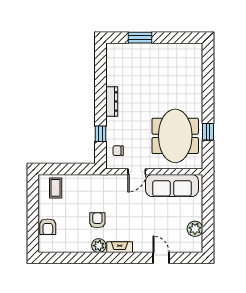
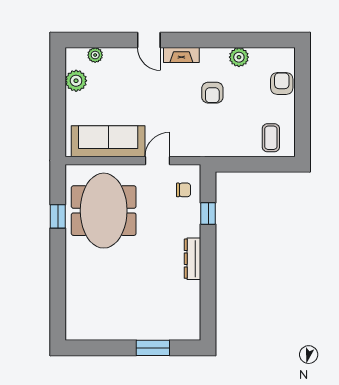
plant: (99, 246) -> (239, 57), moved
plant: (181, 247) -> (95, 55), added
door: (161, 258) -> (149, 40), moved

